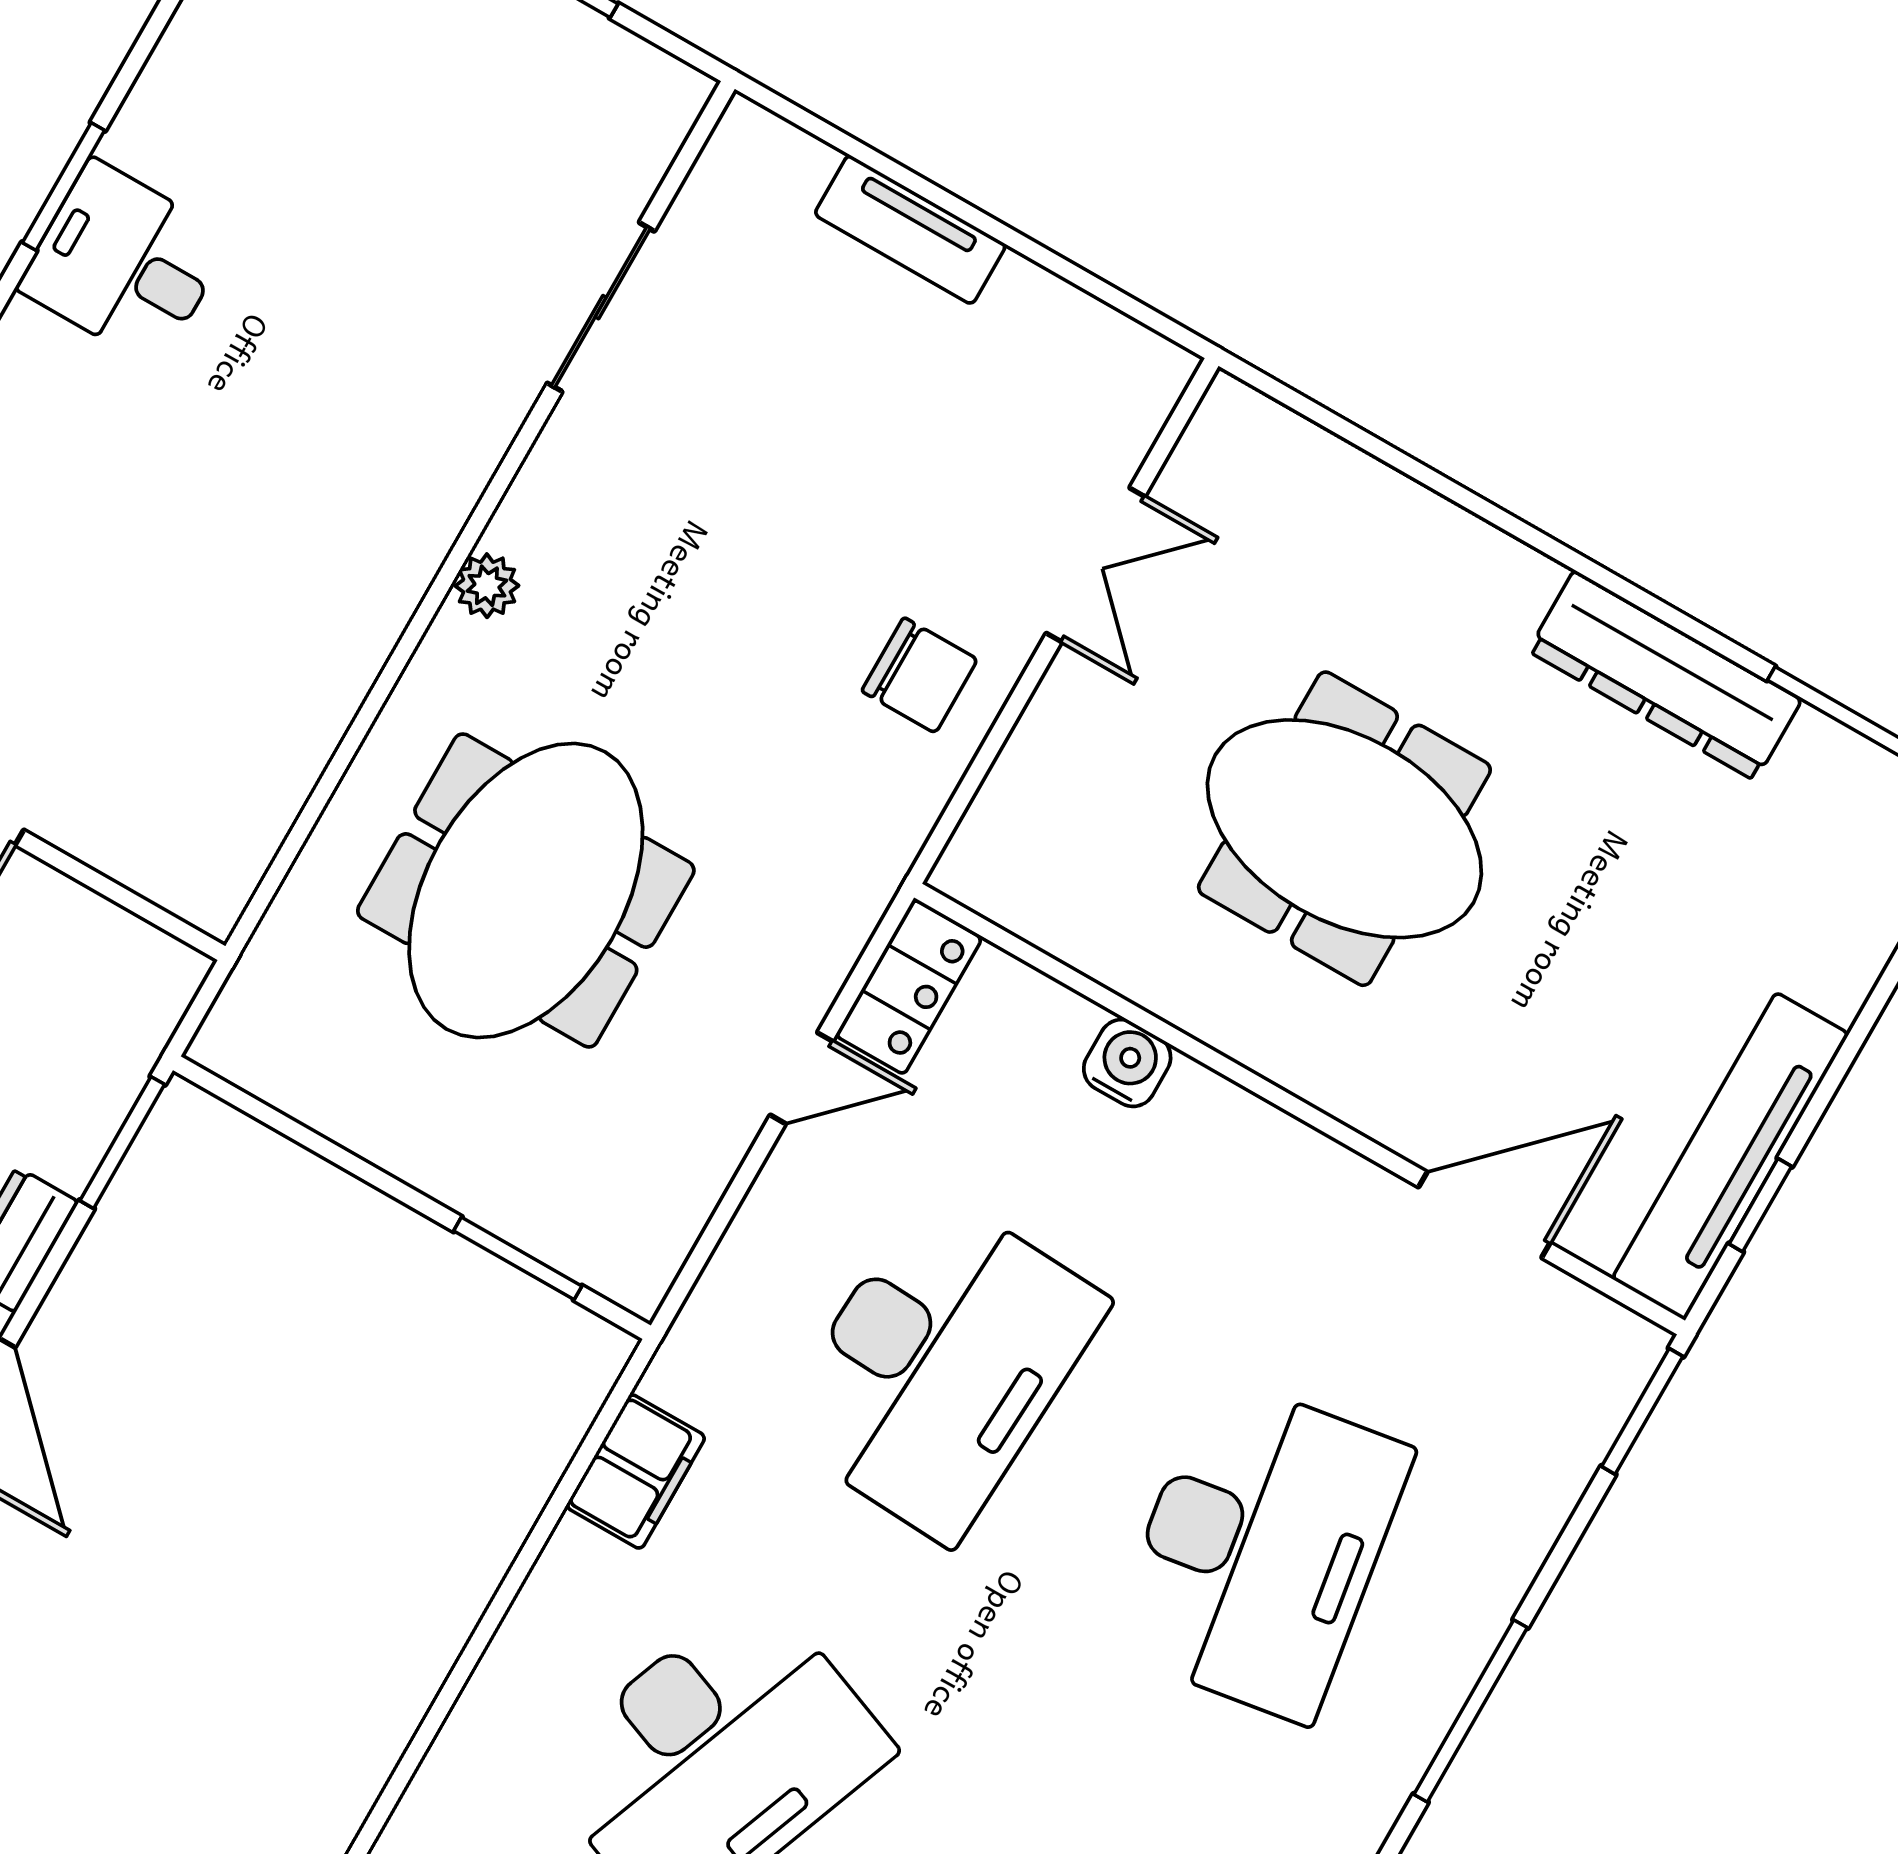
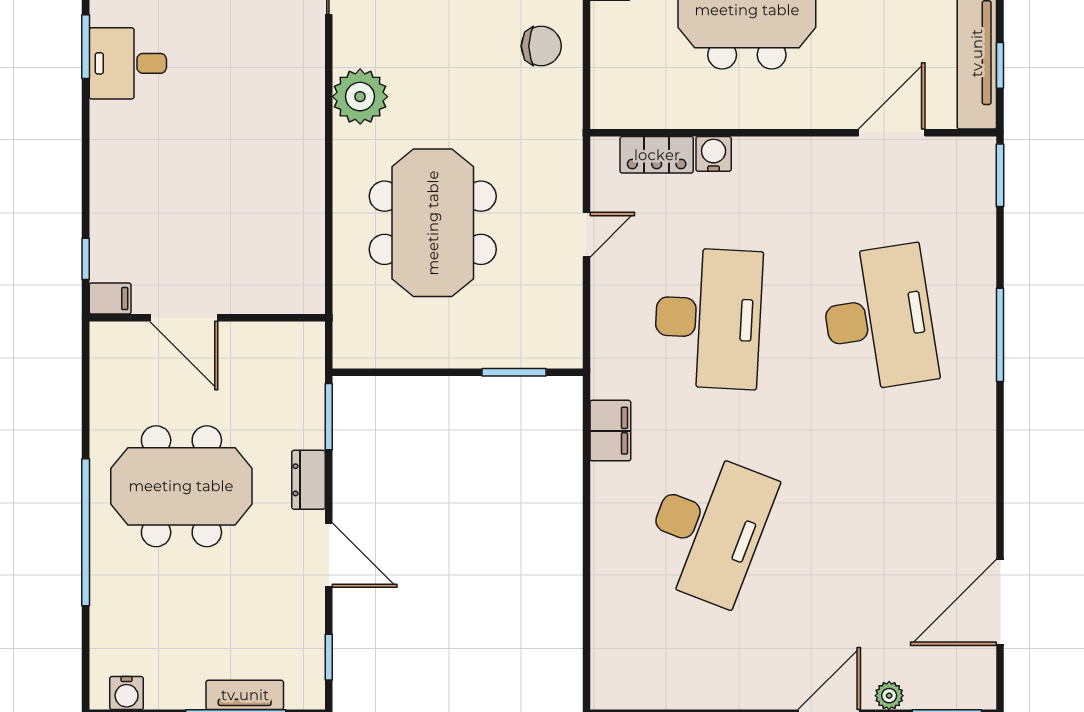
plant: (487, 586) -> (360, 97), width x1.88, depth x1.88
locker: (909, 987) -> (657, 155), moved, turned 90

